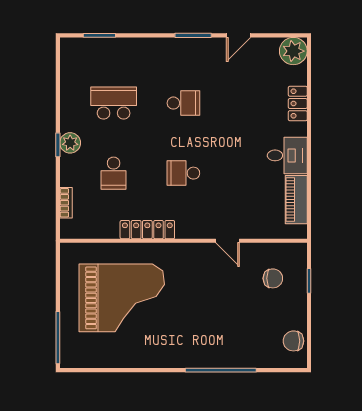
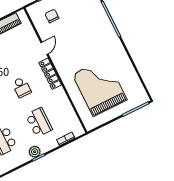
school desk: (114, 173) -> (39, 122), width x1.85
locker: (147, 230) -> (50, 74), moved

